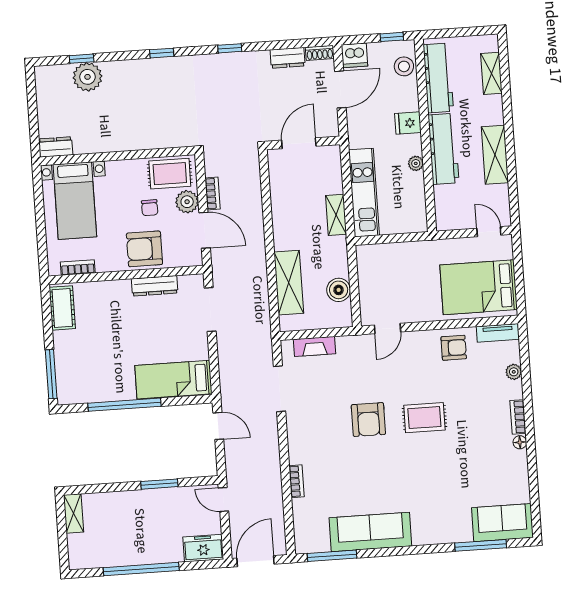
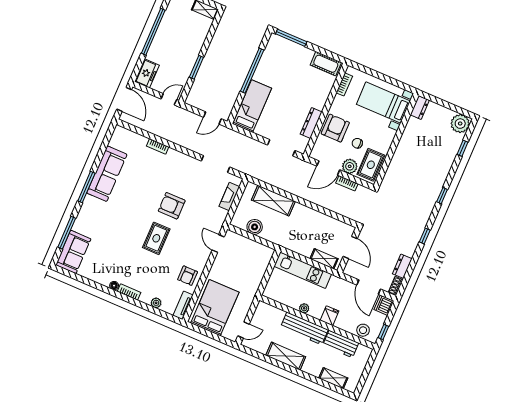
plant: (87, 77) -> (460, 124), moved
workbench: (438, 78) -> (341, 344), width x0.73
shelving: (336, 215) -> (324, 259), moved
window: (332, 556) -> (86, 187), moved

